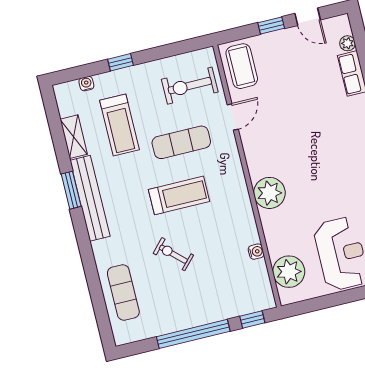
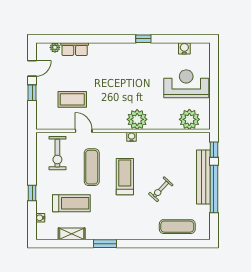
coffee table: (242, 66) -> (72, 99), moved
bench: (90, 198) -> (203, 177), moved, turned 90
water cooler: (256, 252) -> (132, 137), moved

